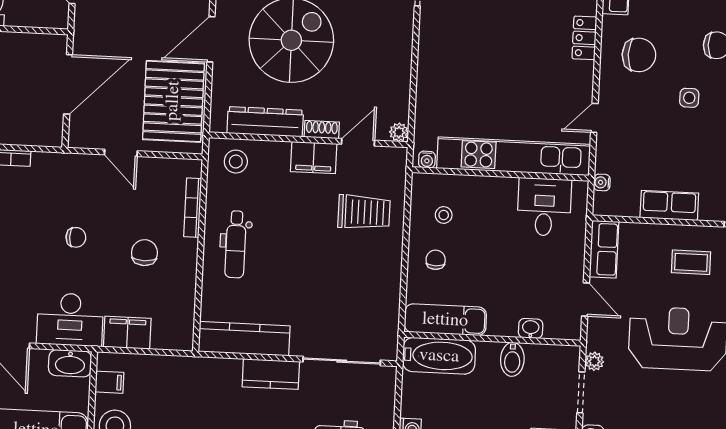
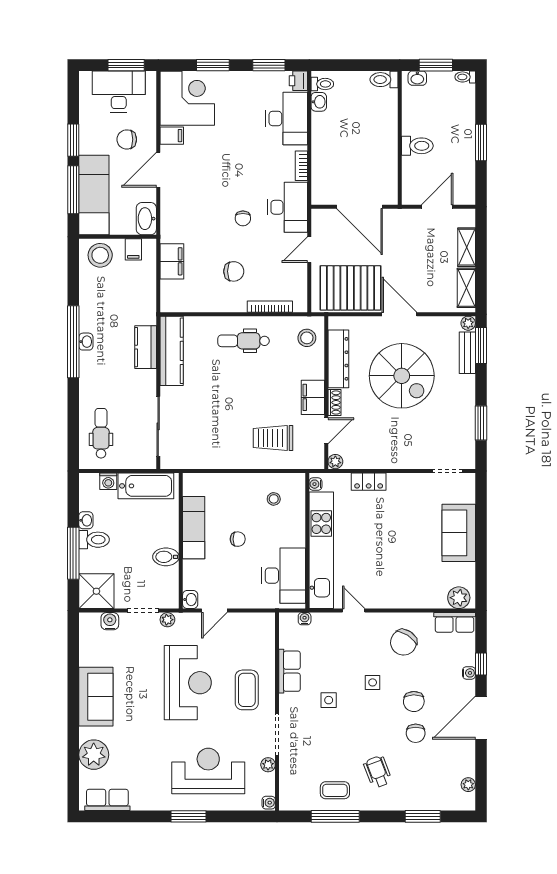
locker: (584, 38) -> (369, 482), moved, turned 180
chair: (639, 55) -> (403, 642), turned 33
door: (358, 142) -> (326, 431), hinge flipped
side table: (709, 156) -> (329, 700), added
desk: (544, 207) -> (284, 576), width x1.37
trolley: (364, 212) -> (273, 438), turned 90
row of seats: (604, 249) -> (254, 623), removed
chair: (436, 260) -> (238, 539), moved
coffee table: (691, 262) -> (247, 690), width x1.36, depth x1.30
desk: (70, 319) -> (288, 207), moved, turned 180
exam couch: (445, 320) -> (194, 528), moved
washbasin: (531, 328) -> (190, 600), moved
bathtub: (439, 356) -> (146, 486), moved, turned -90
kitchen counter: (271, 374) -> (146, 347), moved

